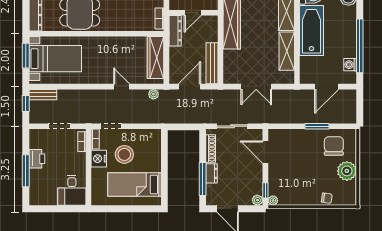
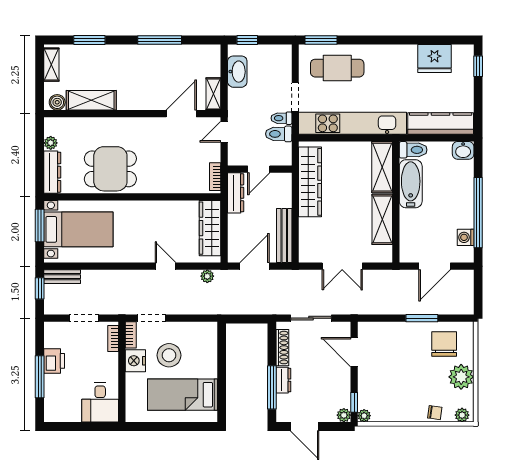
bathtub: (311, 31) -> (411, 184), width x0.73, depth x0.73
plant: (347, 200) -> (462, 415), added

